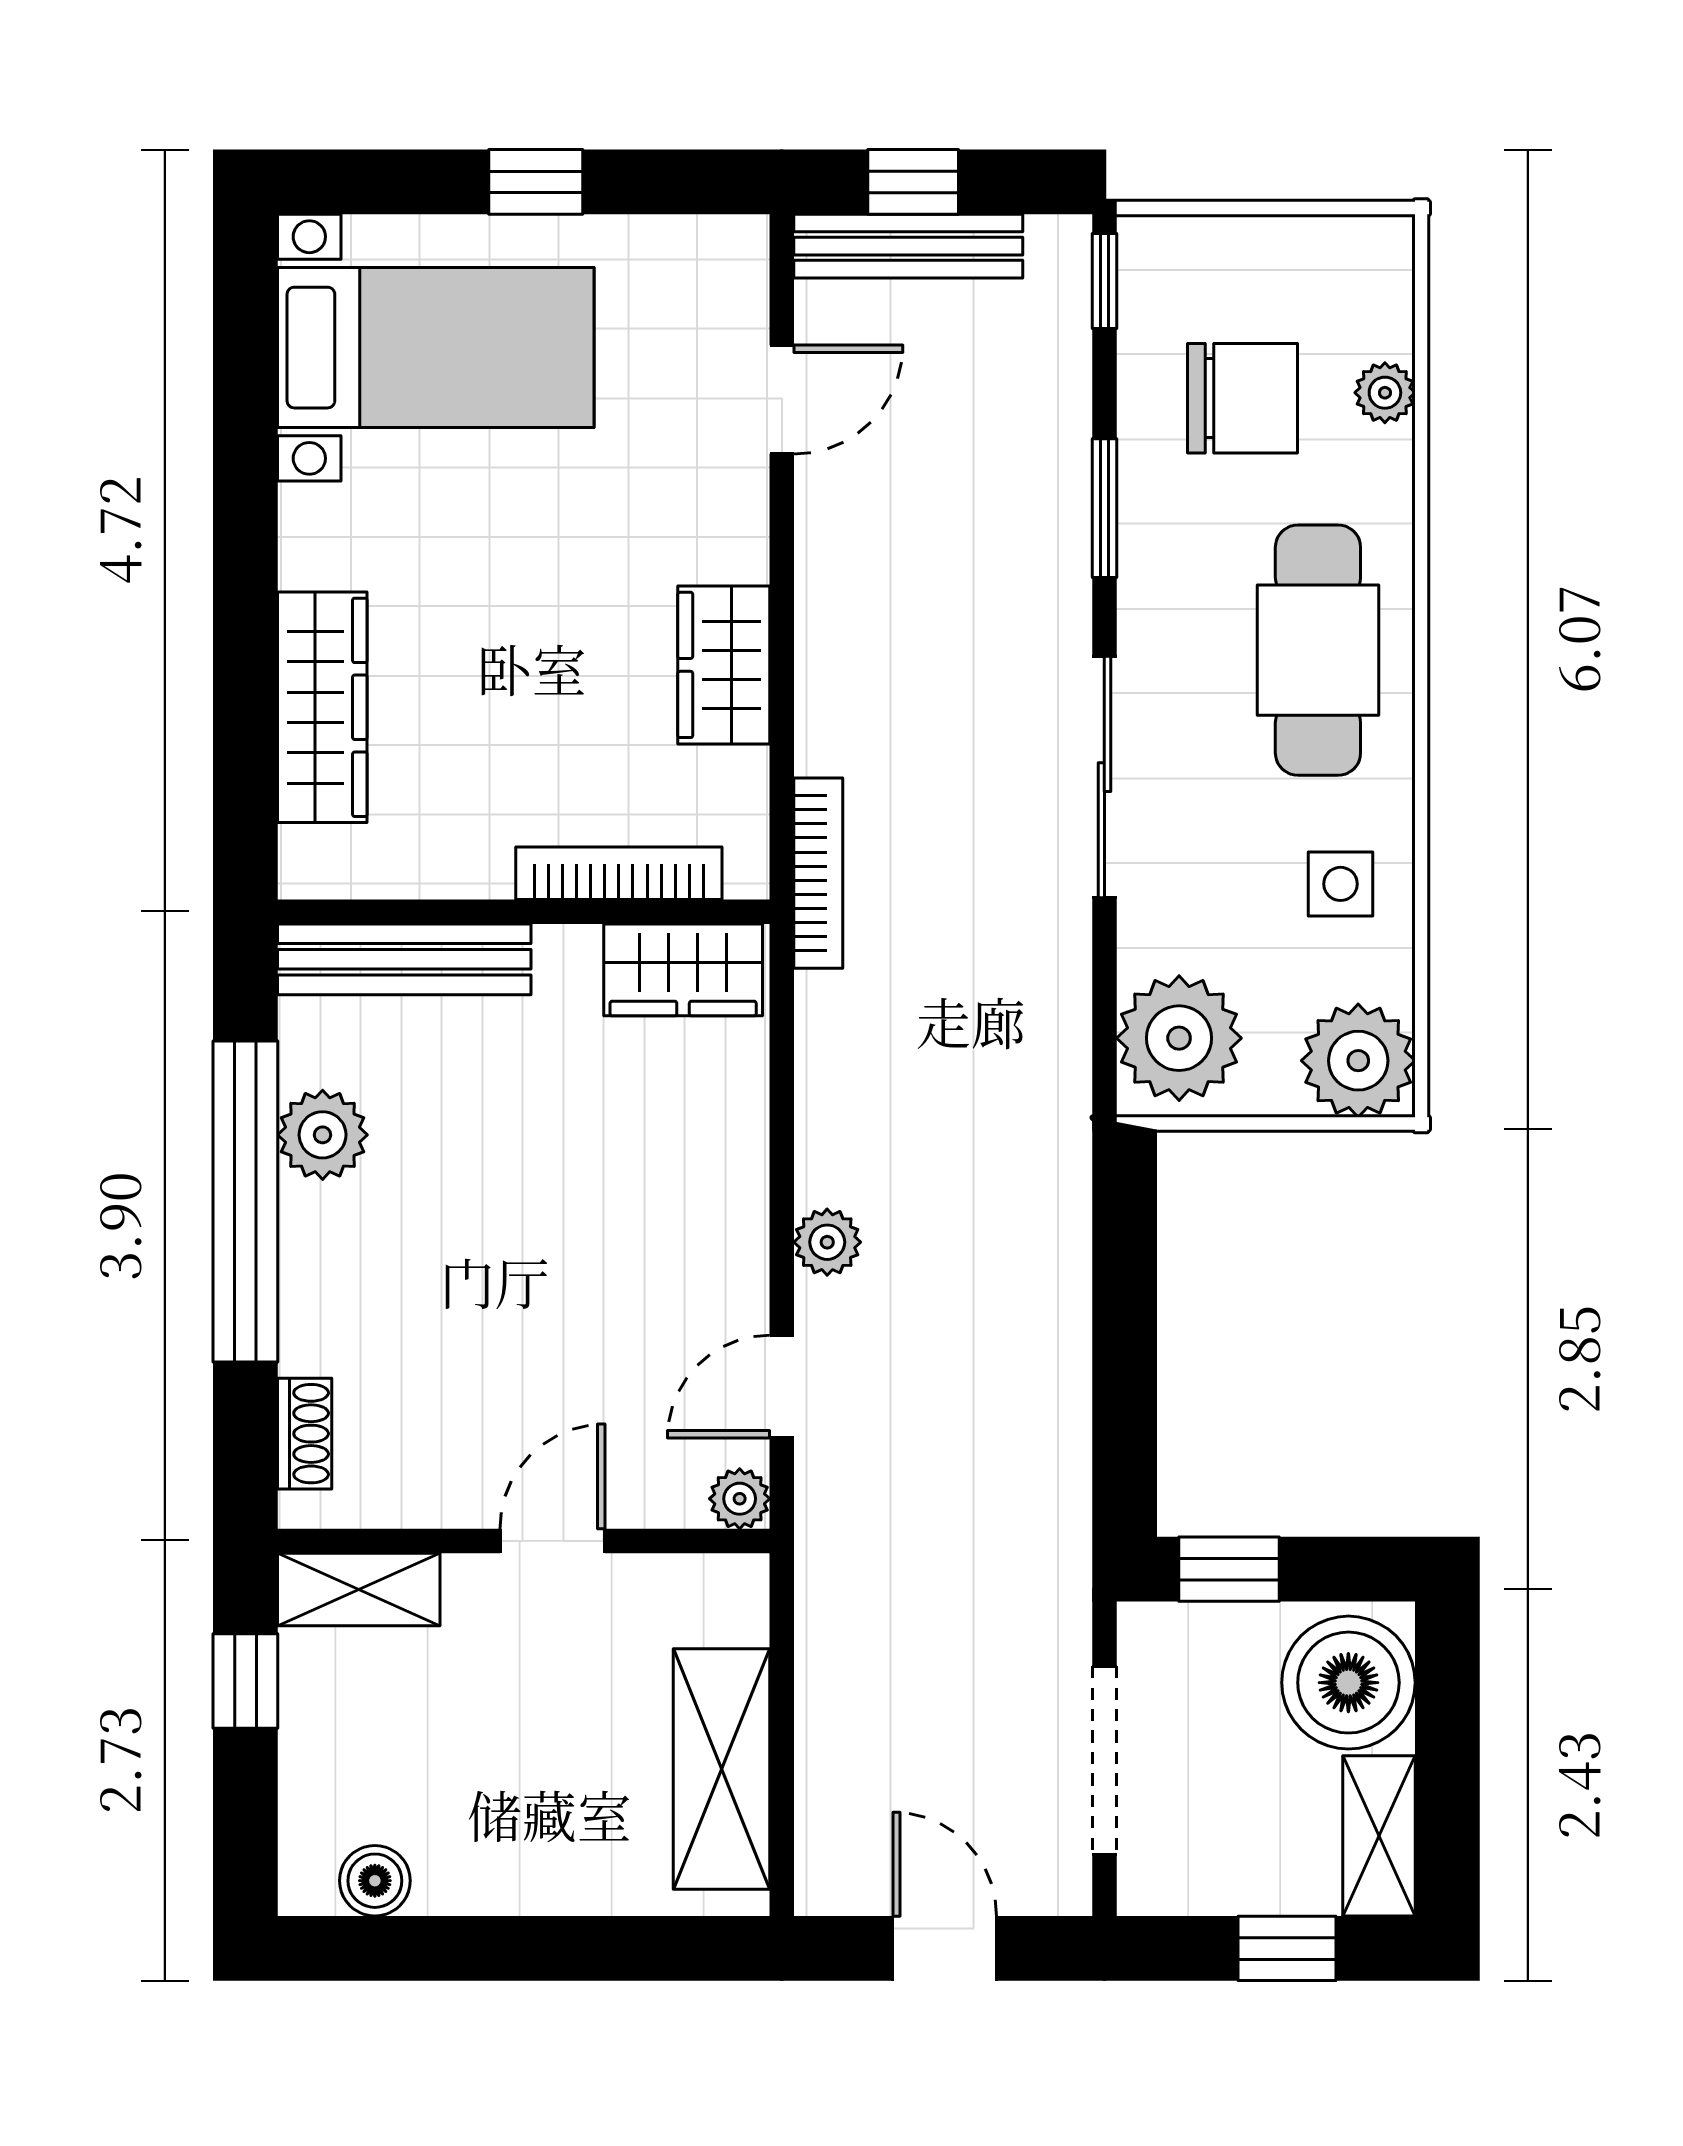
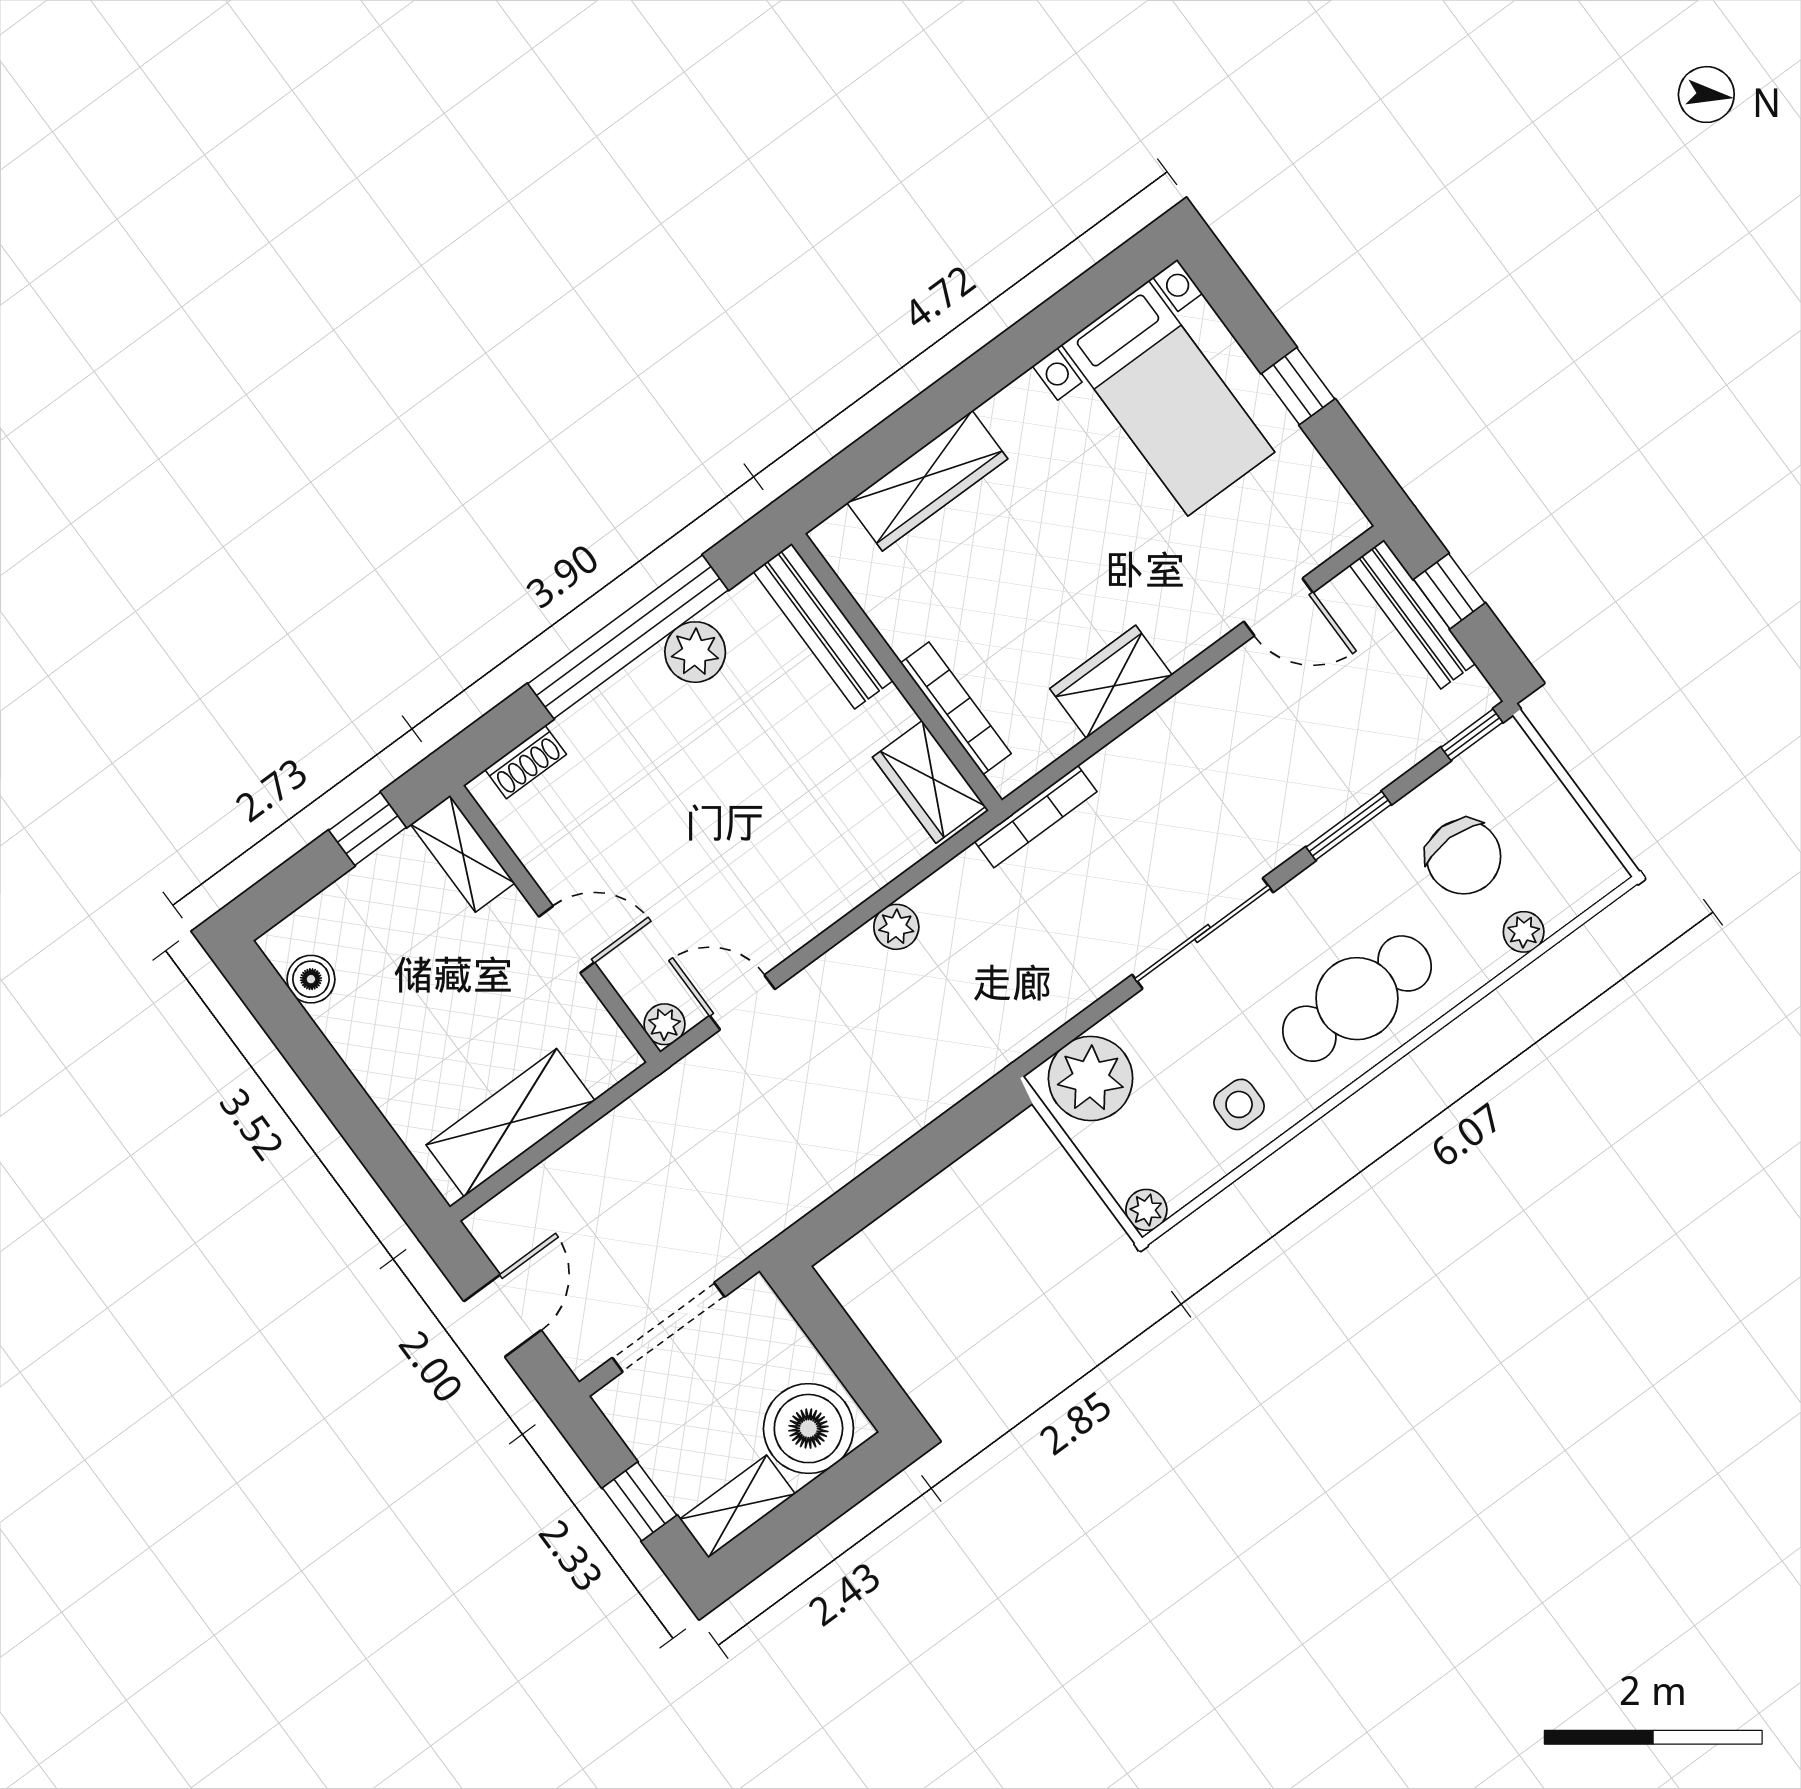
plant: (1358, 1061) -> (1146, 1210), width x0.53, depth x0.53
plant: (827, 1242) -> (896, 927), moved
window: (1229, 1569) -> (822, 1318), removed

